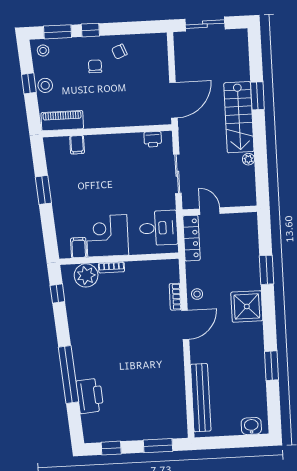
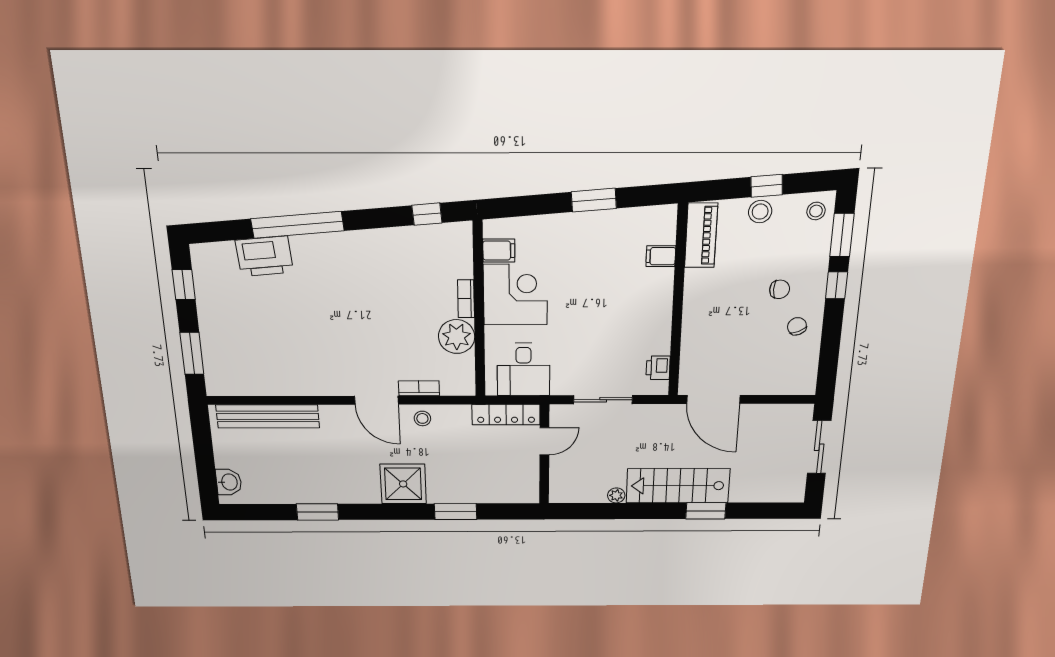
plant: (86, 275) -> (457, 337), moved

